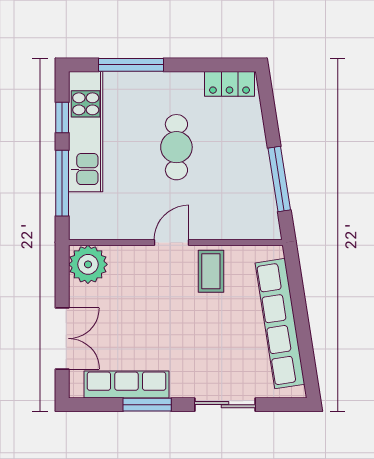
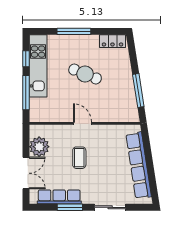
window: (131, 65) -> (74, 31), moved
cafe table: (176, 147) -> (85, 74), turned -68
door: (172, 242) -> (82, 123), hinge flipped
plant: (88, 264) -> (39, 147), moved
coffee table: (211, 271) -> (79, 158), moved

